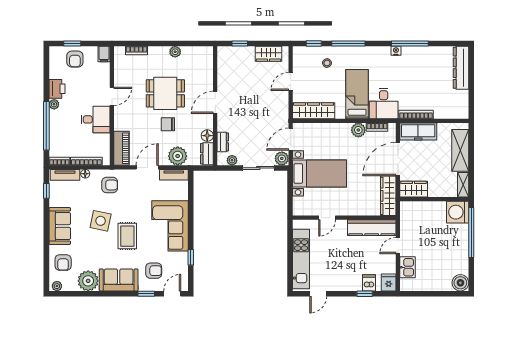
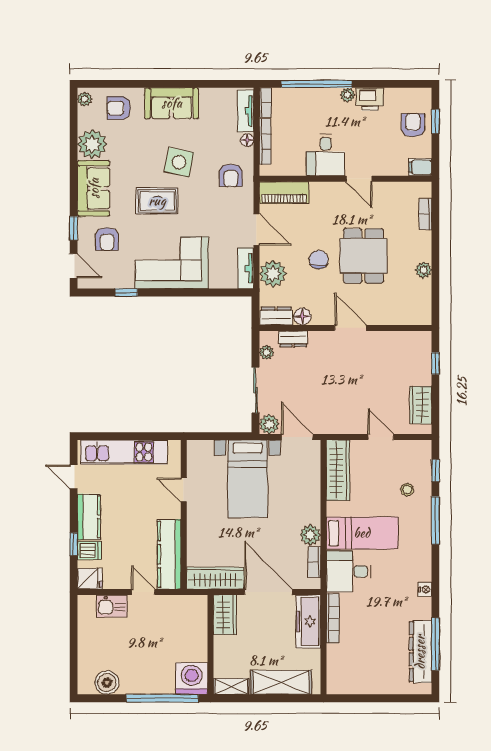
window: (410, 44) -> (435, 644), moved
armchair: (75, 59) -> (413, 125), turned 90
dresser: (461, 68) -> (420, 652), moved, turned -90
window: (46, 191) -> (222, 84), removed
kitchen counter: (346, 283) -> (89, 517), added
boiler: (460, 283) -> (107, 683), moved

